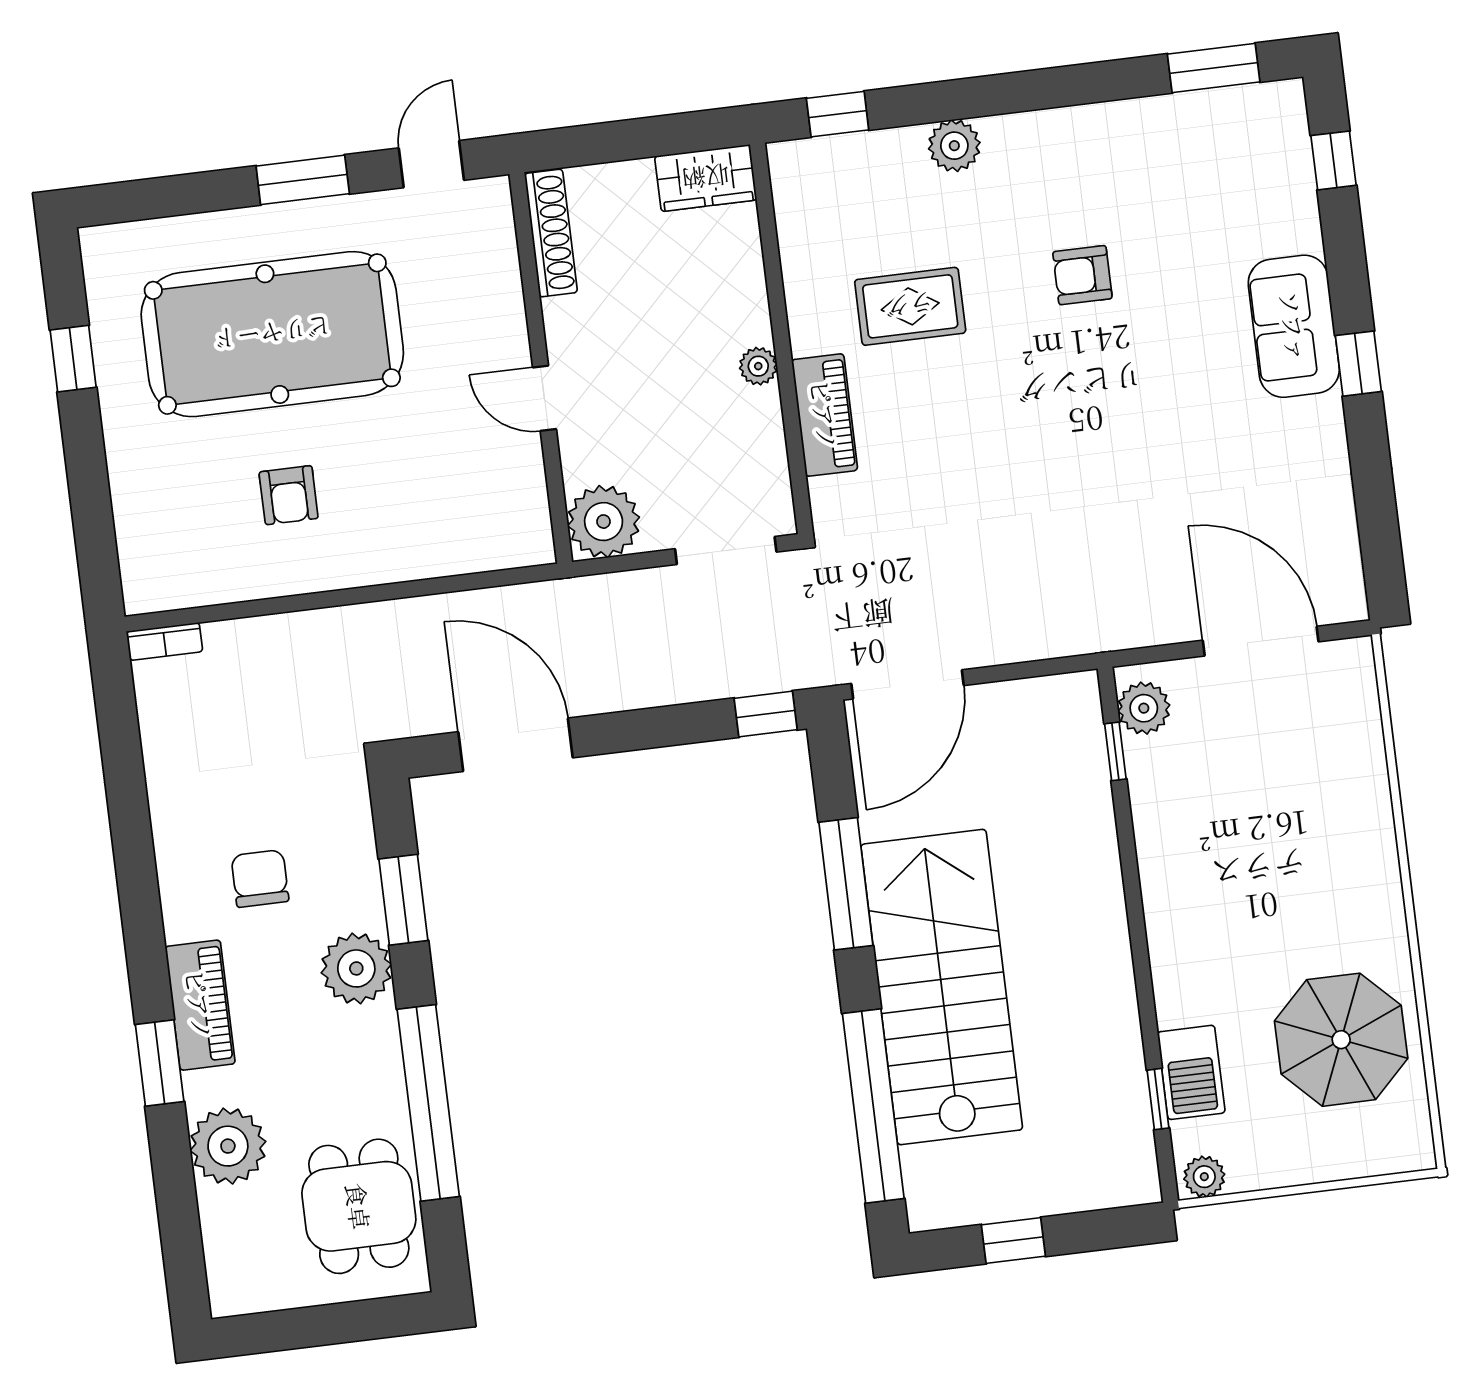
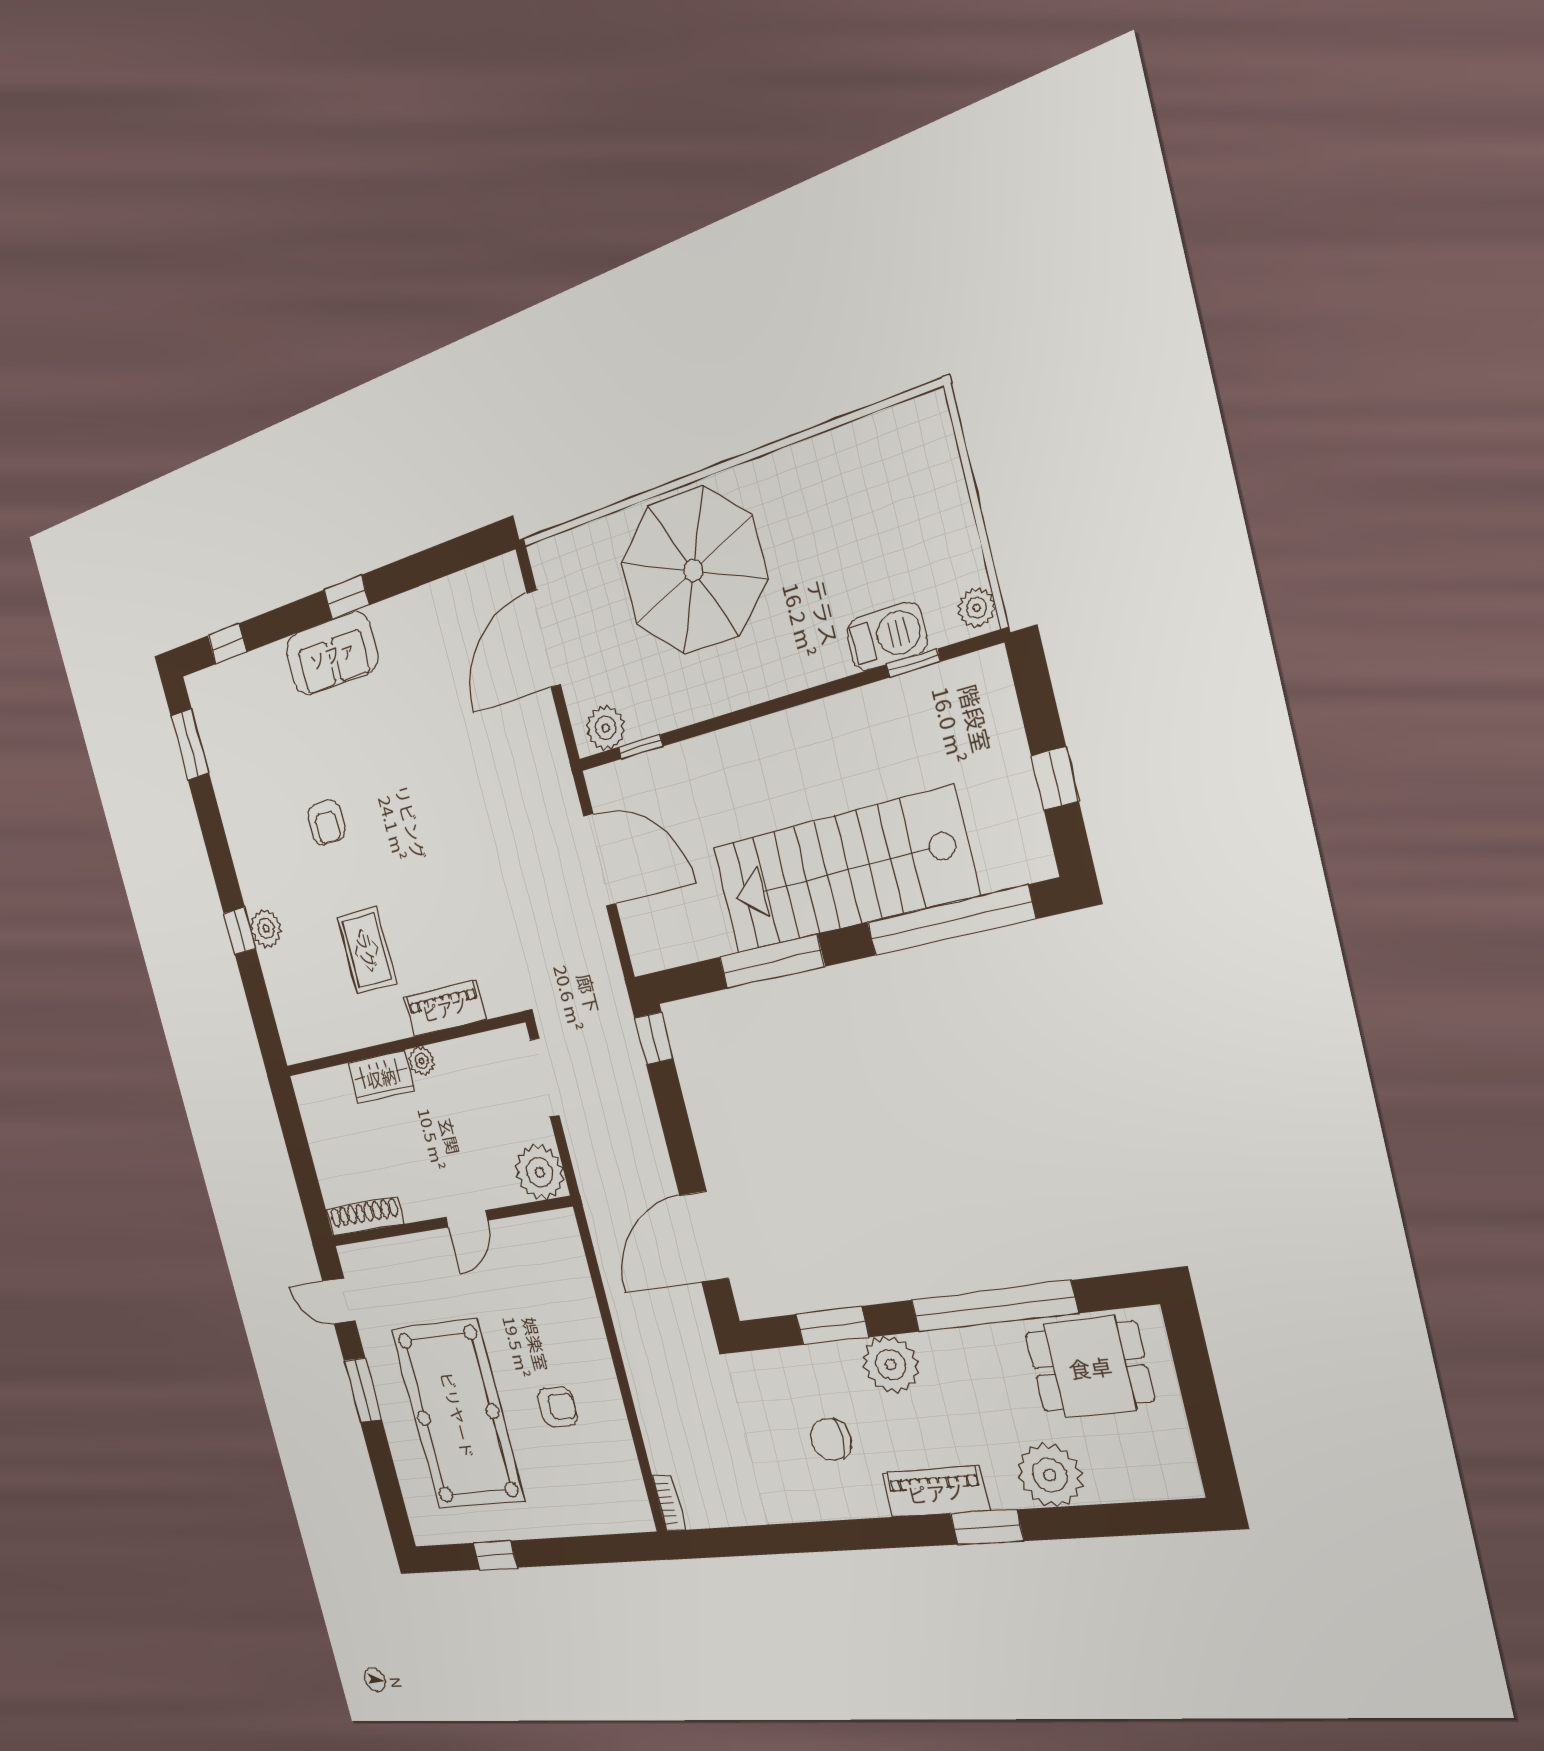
window: (838, 114) -> (240, 931), moved
wardrobe: (706, 178) -> (381, 1077), moved, turned 90
door: (907, 684) -> (600, 860), moved
parasol: (1341, 1040) -> (693, 571), moved, width x1.36, depth x1.36

